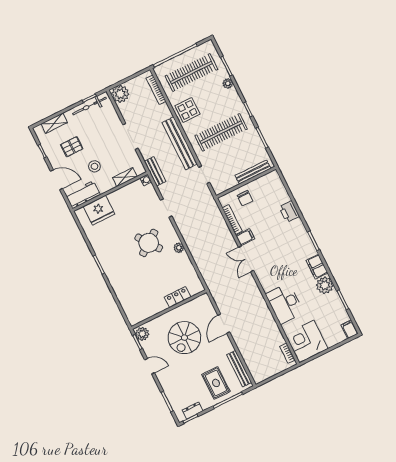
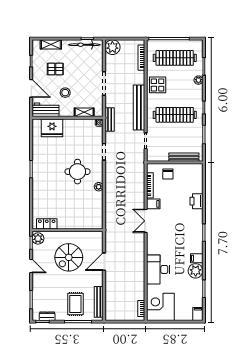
round table: (149, 243) -> (77, 172), turned 36
filing cabinet: (317, 267) -> (197, 258), width x0.50
locker: (178, 297) -> (47, 224), moved

